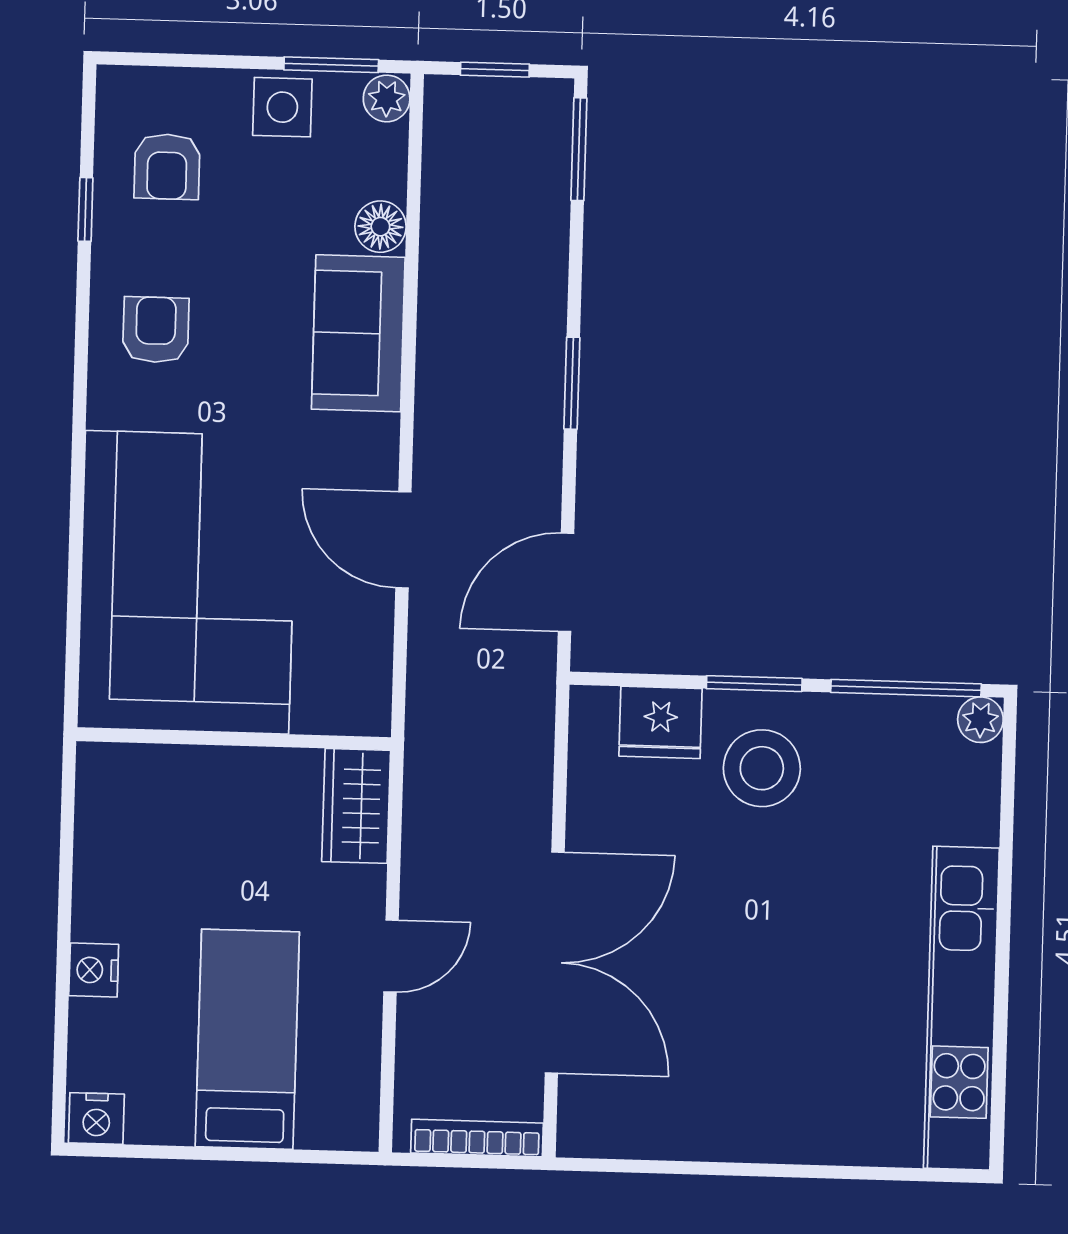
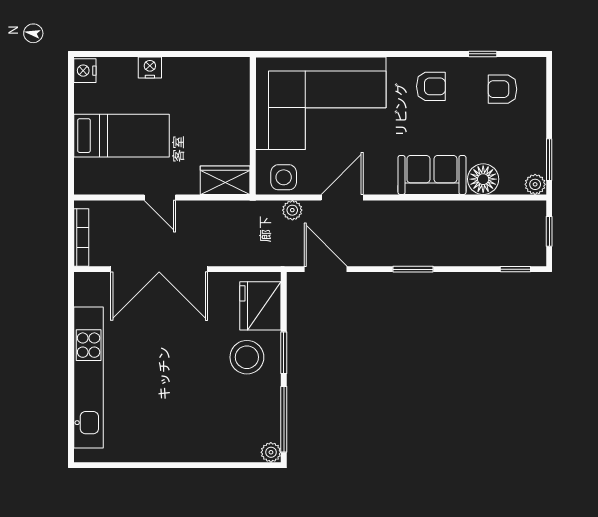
side table: (282, 107) -> (284, 177), moved
window: (579, 149) -> (515, 269), width x0.67
floor lamp: (380, 227) -> (483, 179), width x1.38, depth x1.38
plant: (429, 655) -> (292, 210), added
fridge: (661, 722) -> (260, 306), width x1.36, depth x1.34
kitchen unit: (961, 1008) -> (89, 378), moved, turned 90

